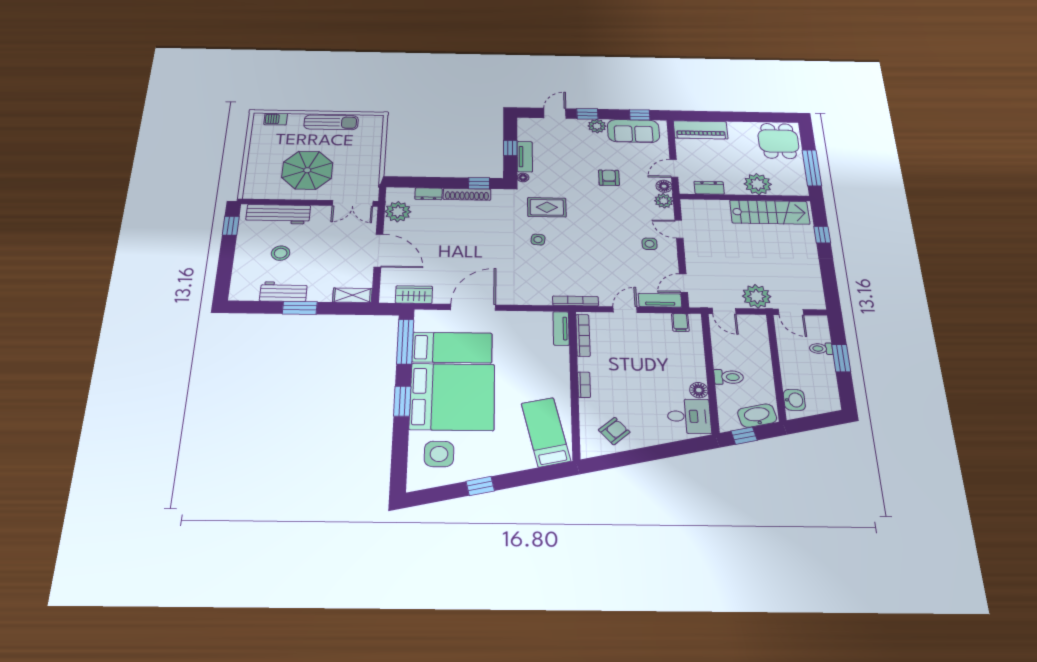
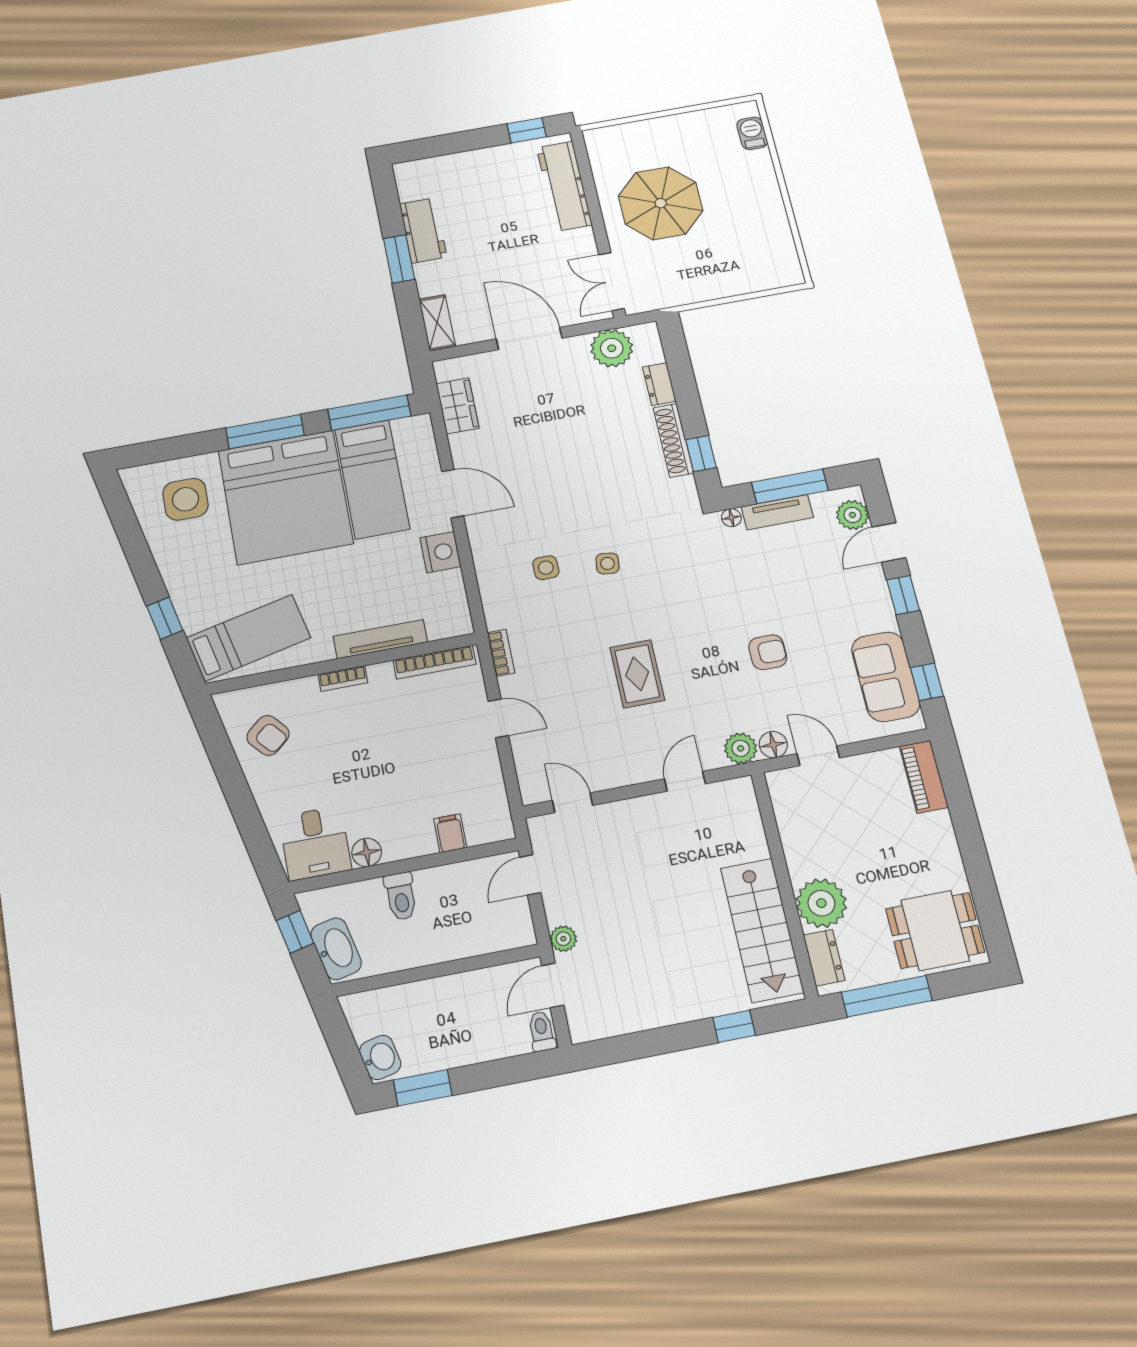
door: (555, 113) -> (889, 542), swing flipped
sun lounger: (331, 122) -> (768, 212), removed
plant: (597, 126) -> (852, 515), moved
piano: (701, 130) -> (924, 777), width x0.73, depth x0.75
window: (510, 148) -> (790, 486), width x2.17
dresser: (709, 188) -> (824, 958), moved
rug: (547, 207) -> (637, 674), moved
side table: (650, 244) -> (546, 568), moved
door: (379, 250) -> (529, 338), swing flipped
stool: (281, 253) -> (492, 208), removed
plant: (757, 296) -> (563, 939), width x0.53, depth x0.53
tv unit: (660, 300) -> (529, 770), removed
bookcase: (575, 301) -> (501, 653), width x0.64
door: (473, 307) -> (453, 494), width x0.73
nightstand: (511, 320) -> (441, 552), added
filing cabinet: (680, 322) -> (450, 833), moved, turned 90
tv unit: (561, 328) -> (380, 639), moved, width x1.41
toilet: (821, 349) -> (542, 1031), moved
window: (841, 358) -> (423, 1088), moved
washbasin: (794, 400) -> (380, 1057), moved, turned -103
window: (402, 401) -> (265, 432), width x1.44
window: (480, 486) -> (165, 618), moved

